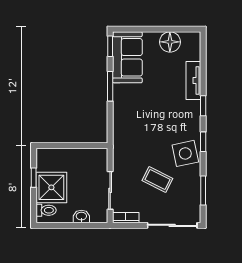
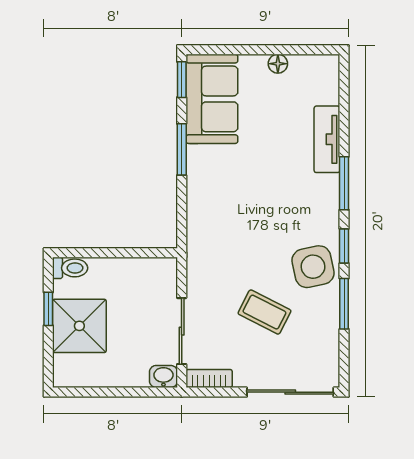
floor lamp: (170, 42) -> (278, 64), width x0.53, depth x0.53
window: (203, 106) -> (344, 183), width x1.50
window: (203, 190) -> (344, 304), moved
toilet: (46, 210) -> (70, 268), moved
washbasin: (81, 216) -> (163, 376), moved

